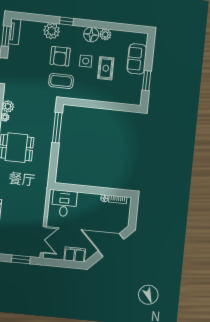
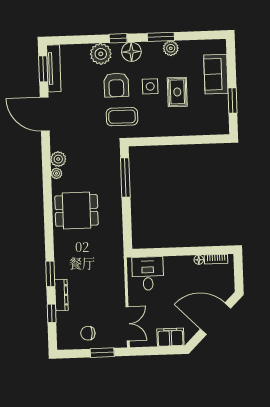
window: (99, 25) -> (161, 37), added
tv unit: (15, 32) -> (54, 68), width x1.41
floor lamp: (91, 35) -> (131, 52), moved
chair: (12, 243) -> (88, 333), added

